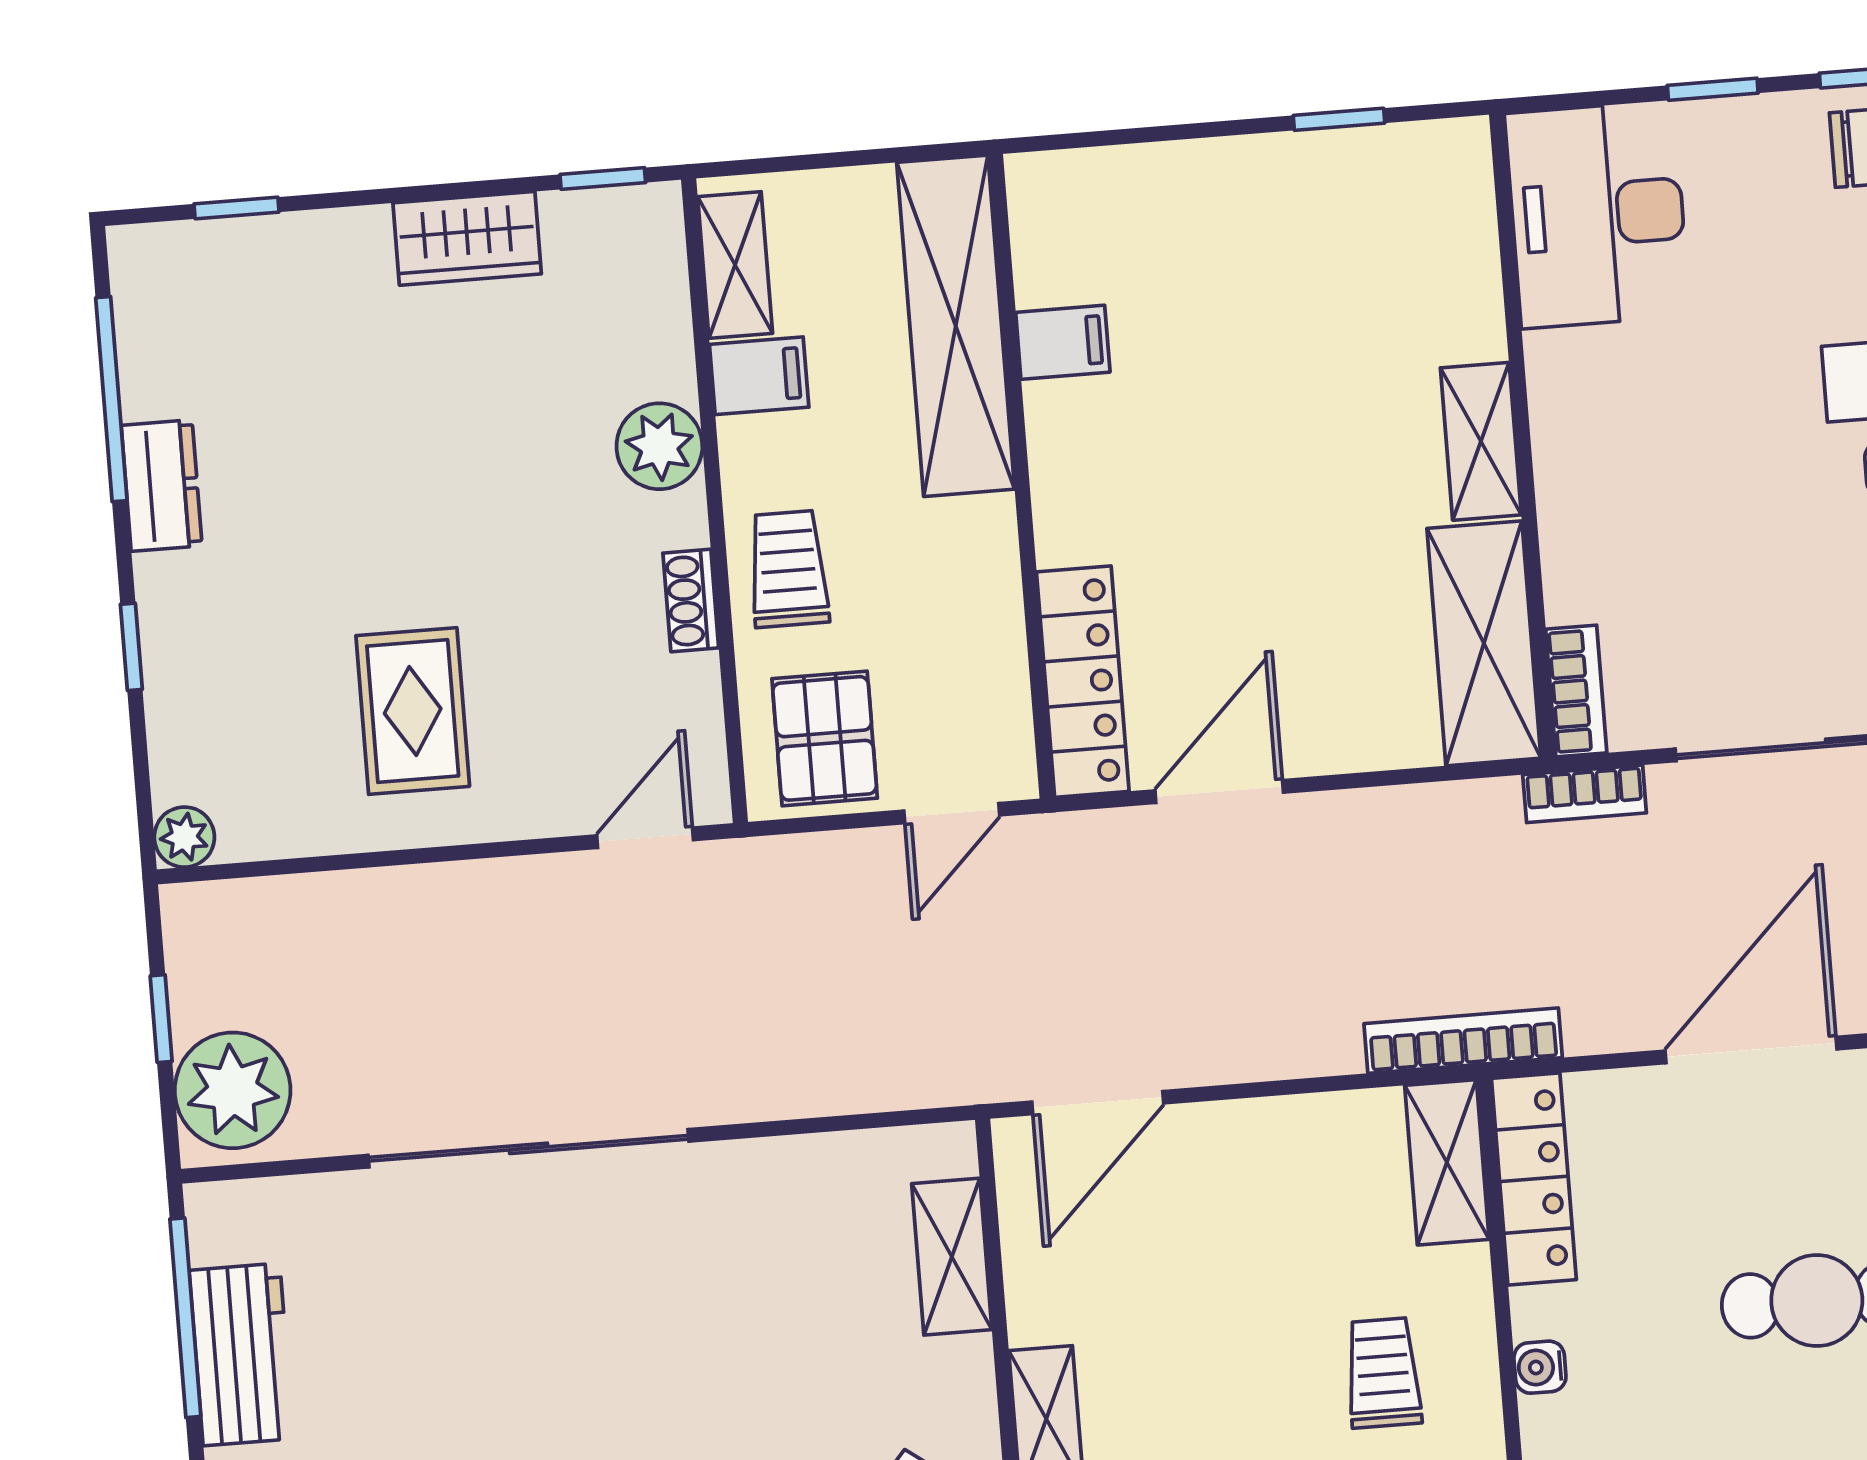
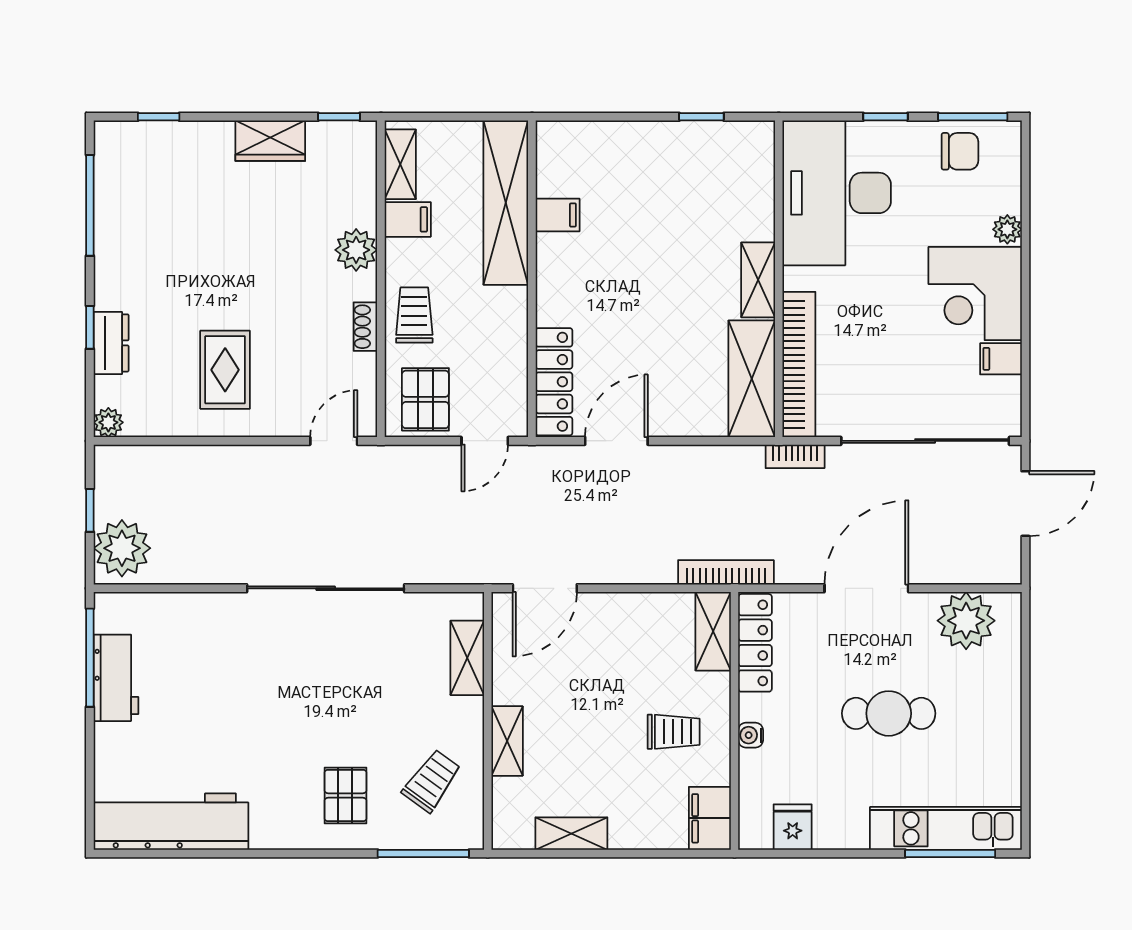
desk: (1597, 215) -> (837, 193), width x1.36, depth x1.30
dresser: (162, 486) -> (111, 343), moved
bookcase: (1576, 691) -> (799, 365), width x2.31, depth x1.31
sliding door: (528, 1148) -> (326, 588), moved
trolley: (1383, 1373) -> (674, 732), turned 90

